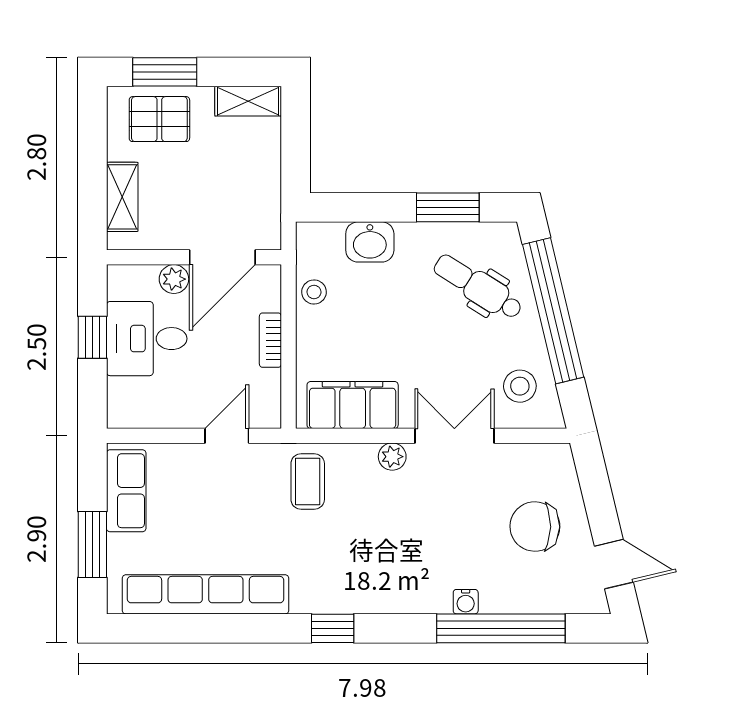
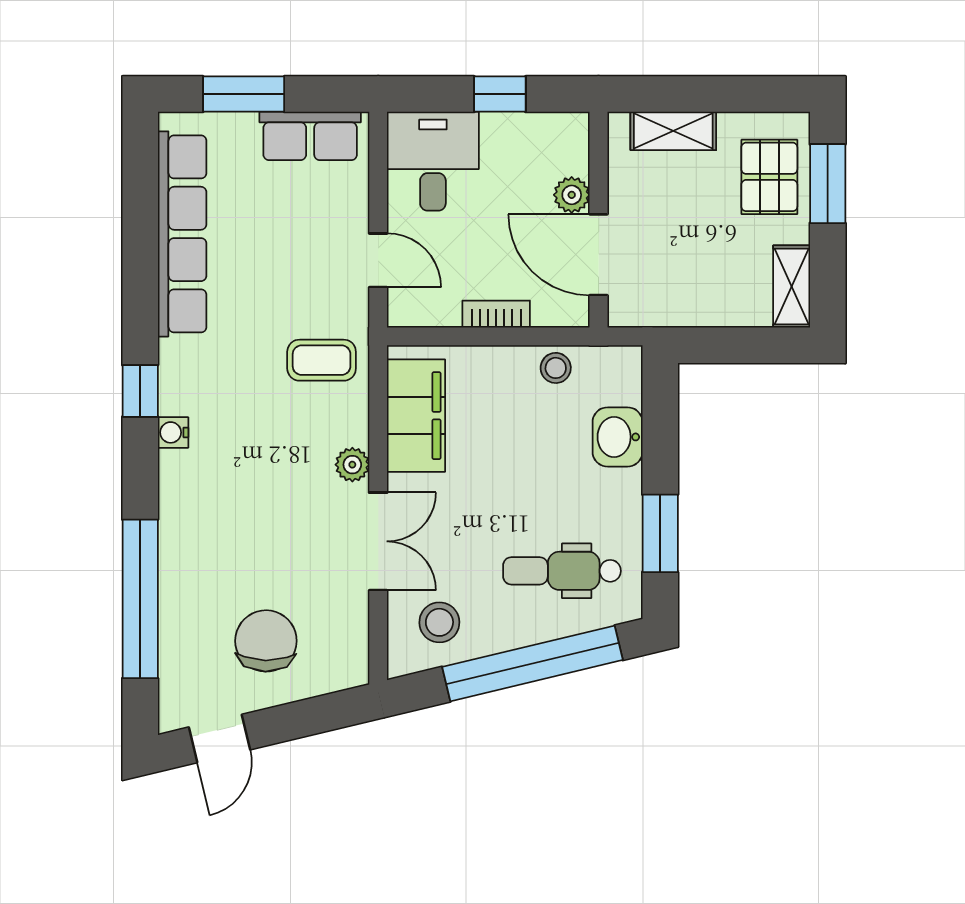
dental chair: (478, 287) -> (562, 571), turned -122
desk: (147, 339) -> (433, 161), moved
water cooler: (466, 602) -> (173, 432), moved

